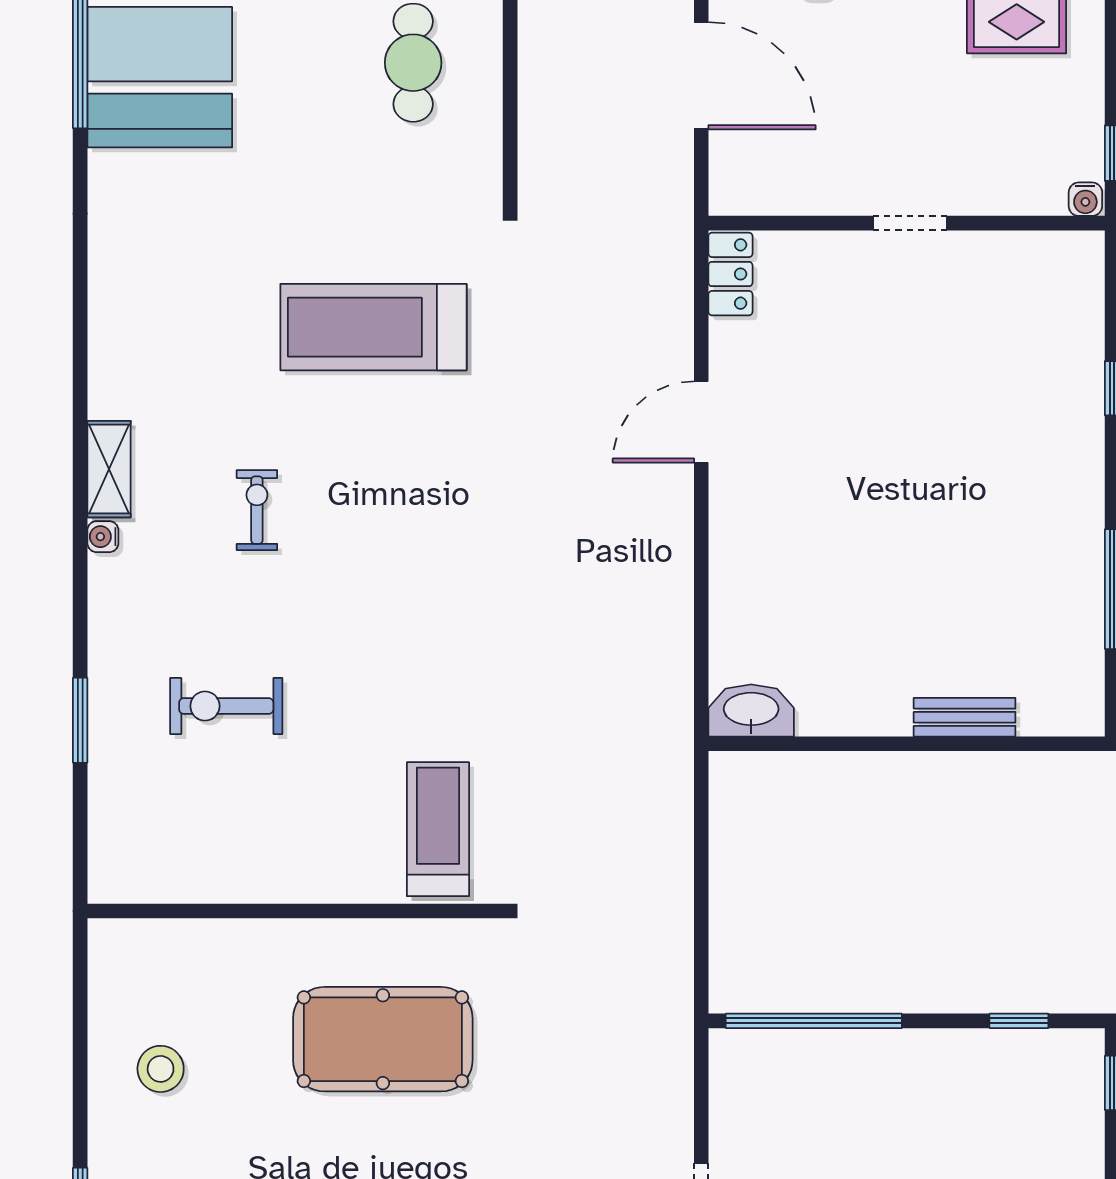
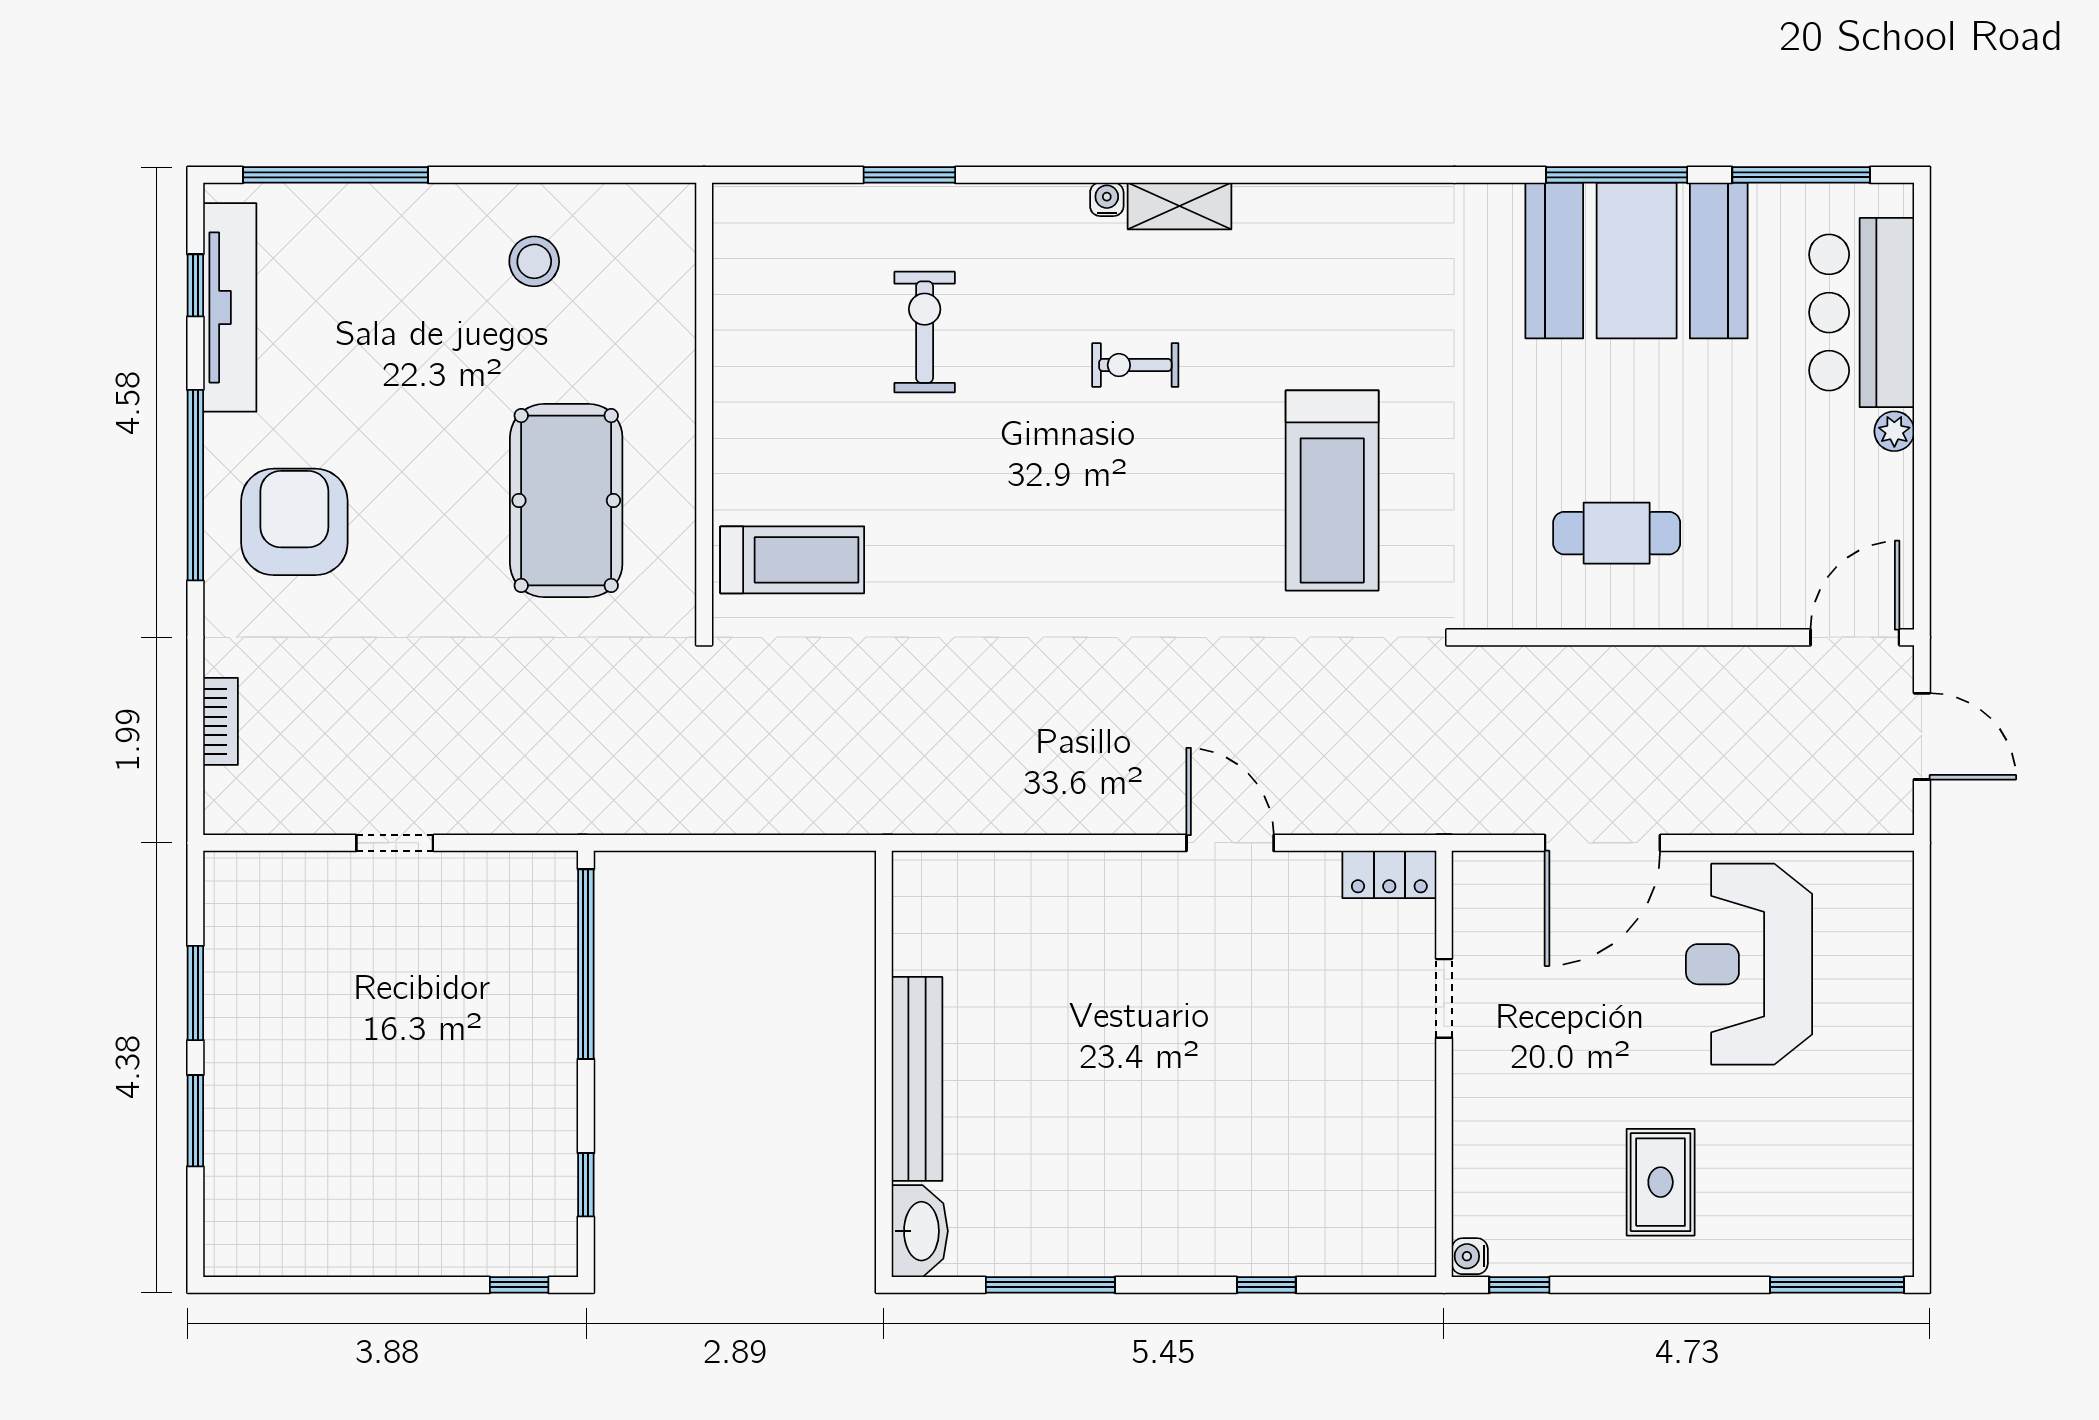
doorway: (910, 223) -> (1444, 998), moved
treadmill: (373, 327) -> (1332, 490), turned 180
exercise bike: (257, 510) -> (1135, 365), turned 180
washbasin: (751, 711) -> (920, 1231), moved
bench: (965, 717) -> (917, 1079), width x1.86, depth x1.21

